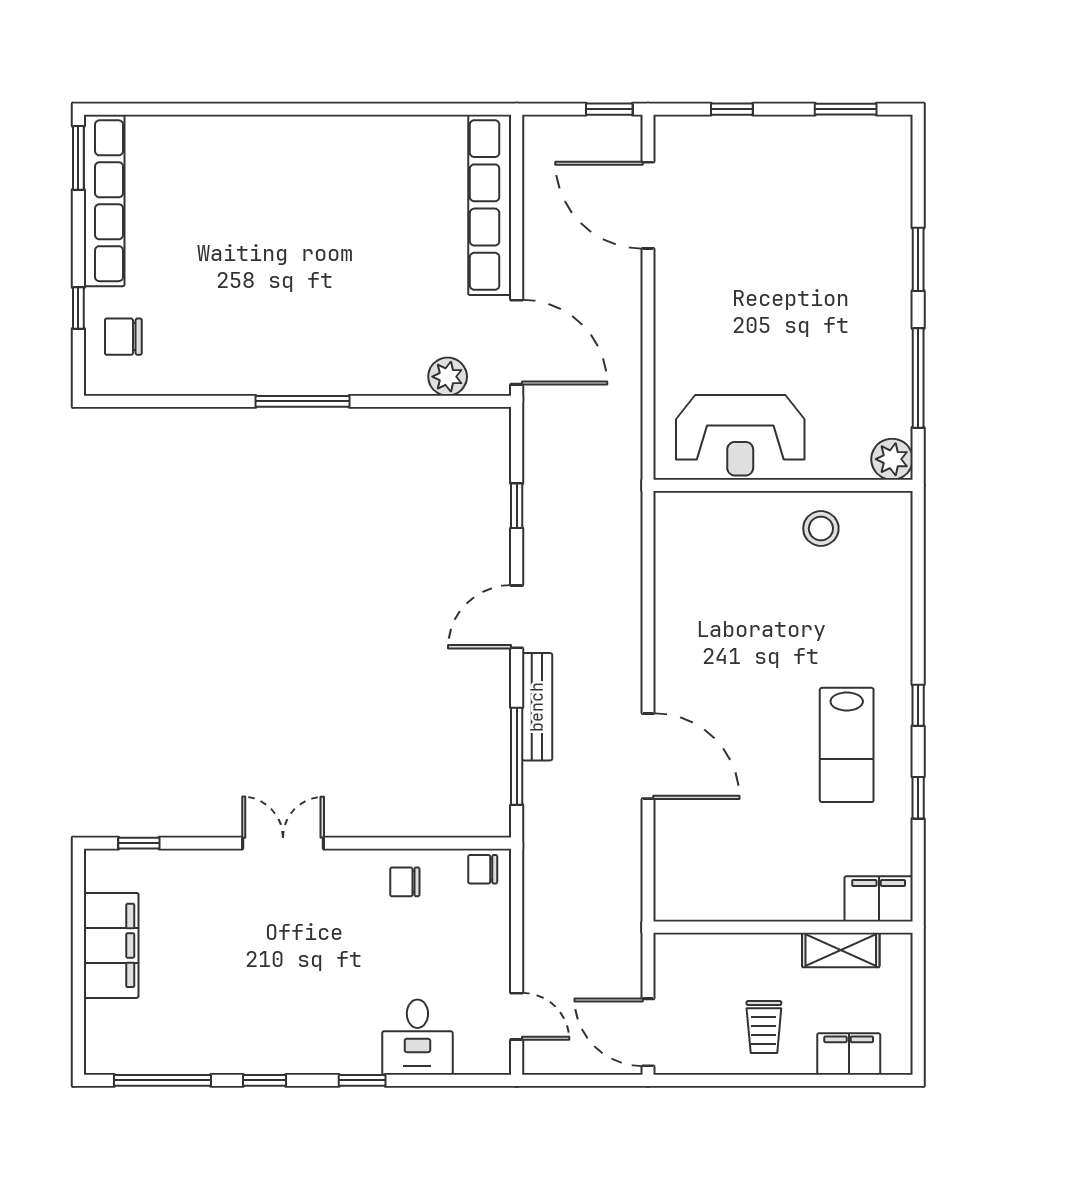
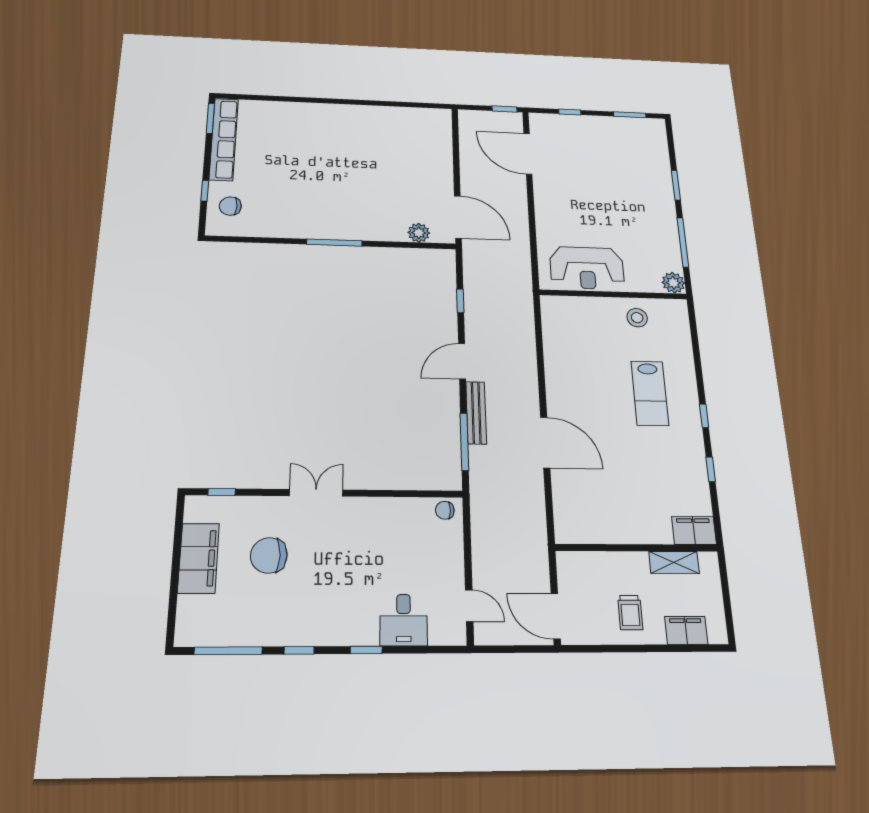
row of seats: (490, 205) -> (441, 150), removed
lab bench: (847, 745) -> (650, 393), moved
chair: (405, 882) -> (269, 555), moved, width x1.87, depth x1.87

